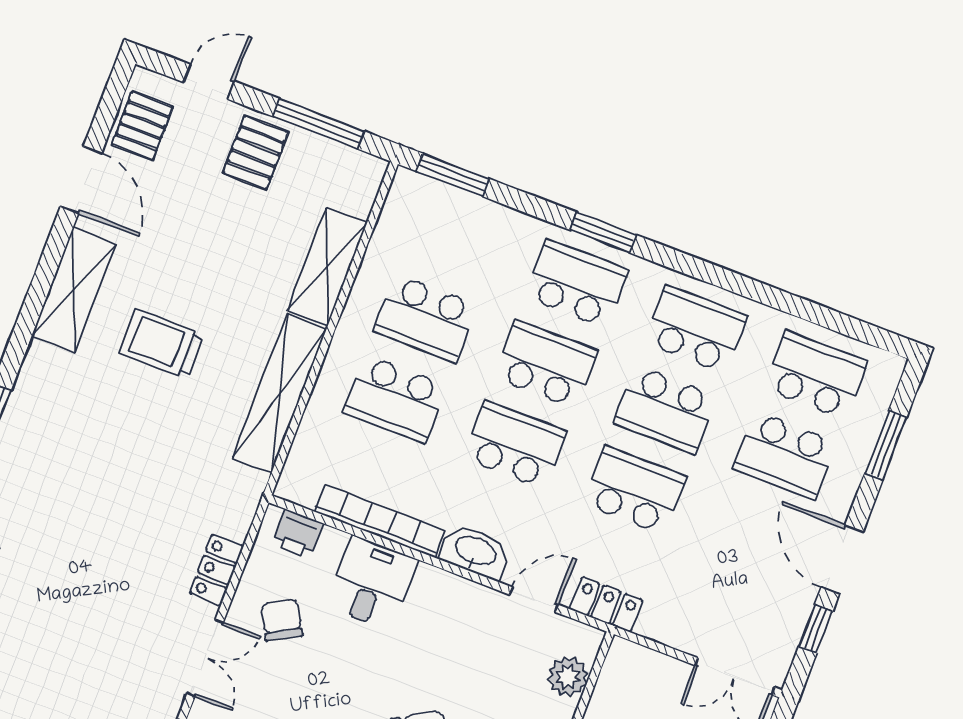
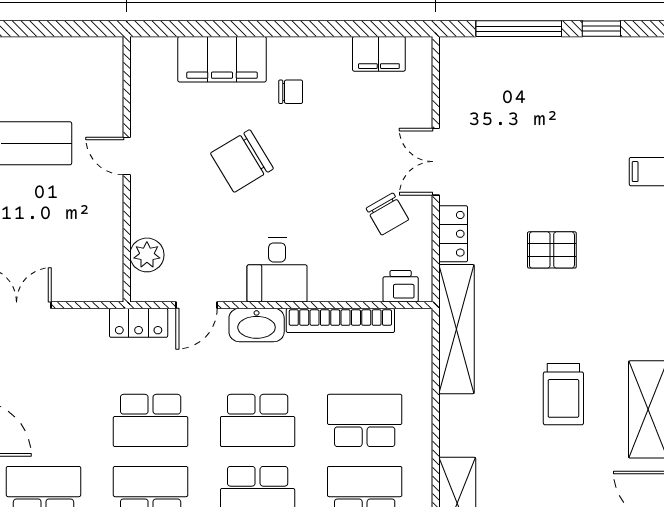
trolley: (162, 344) -> (563, 394), turned 90
shelving: (279, 394) -> (457, 329), moved
pallet: (113, 510) -> (552, 250), added
desk: (372, 583) -> (277, 270), moved

